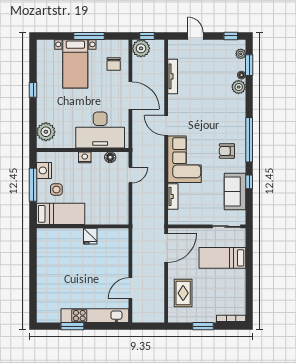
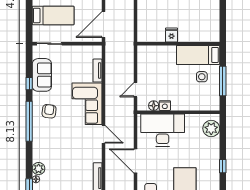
armchair: (227, 151) -> (49, 111), turned -83
nightstand: (85, 157) -> (165, 106), moved
nightstand: (44, 170) -> (213, 94), removed

